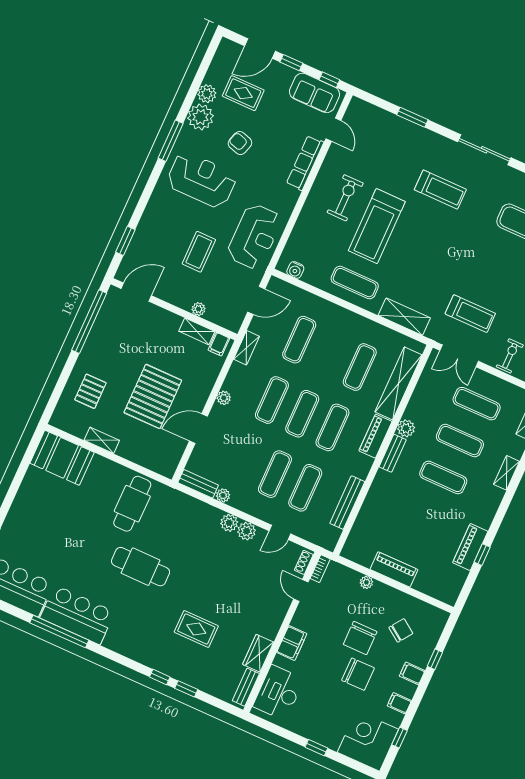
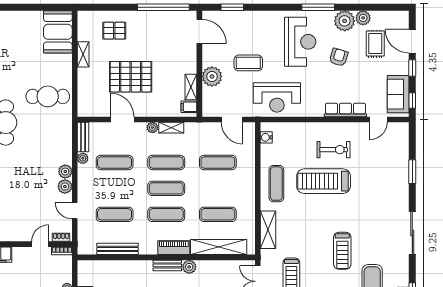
treadmill: (440, 190) -> (342, 251), moved
plant: (199, 309) -> (212, 76), width x1.88, depth x1.88
shelving: (247, 348) -> (171, 128), moved
exercise mat: (275, 474) -> (115, 162), moved

